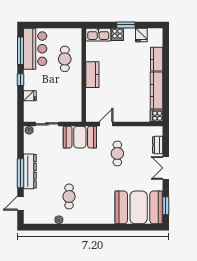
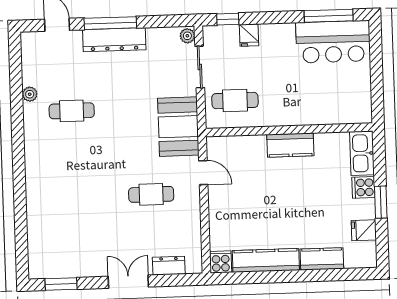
cafe table: (65, 59) -> (235, 100), moved
window: (21, 80) -> (228, 19), moved
booth: (139, 207) -> (56, 235), removed

